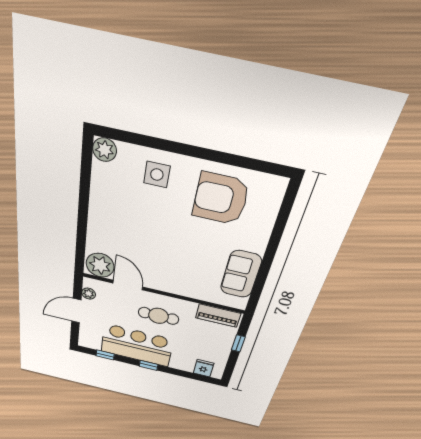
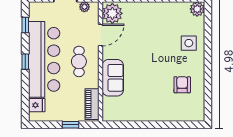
armchair: (221, 199) -> (182, 85), width x0.53, depth x0.53
sofa: (241, 274) -> (113, 78), moved, turned 90
bar counter: (137, 345) -> (44, 59), width x1.36

